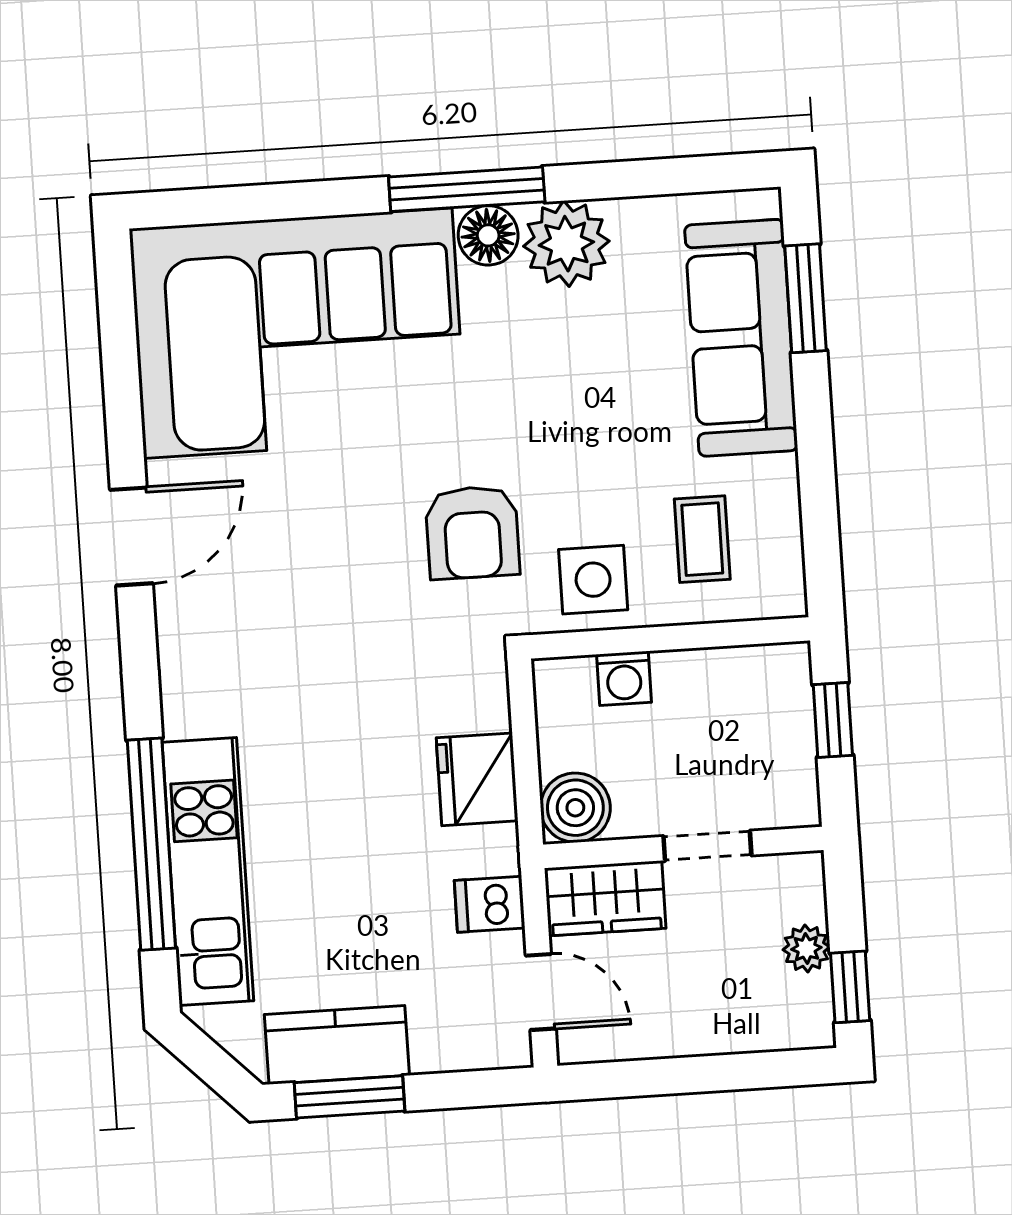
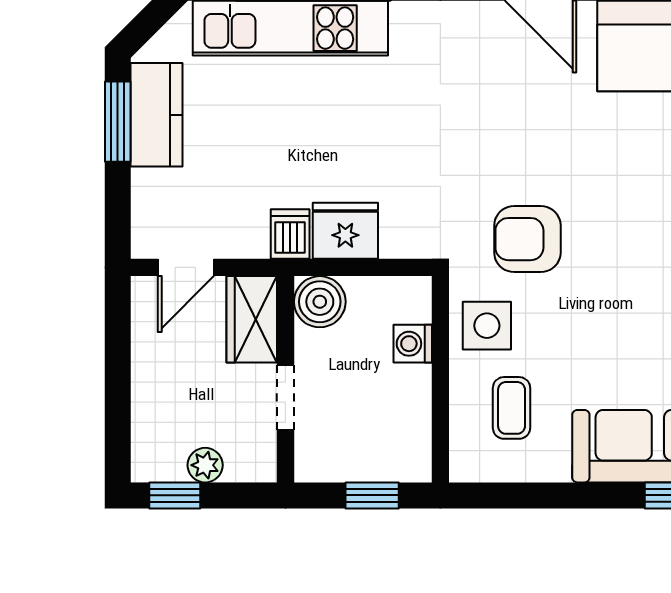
coffee table: (702, 539) -> (512, 408), turned 90
dishwasher: (490, 904) -> (290, 234), moved

